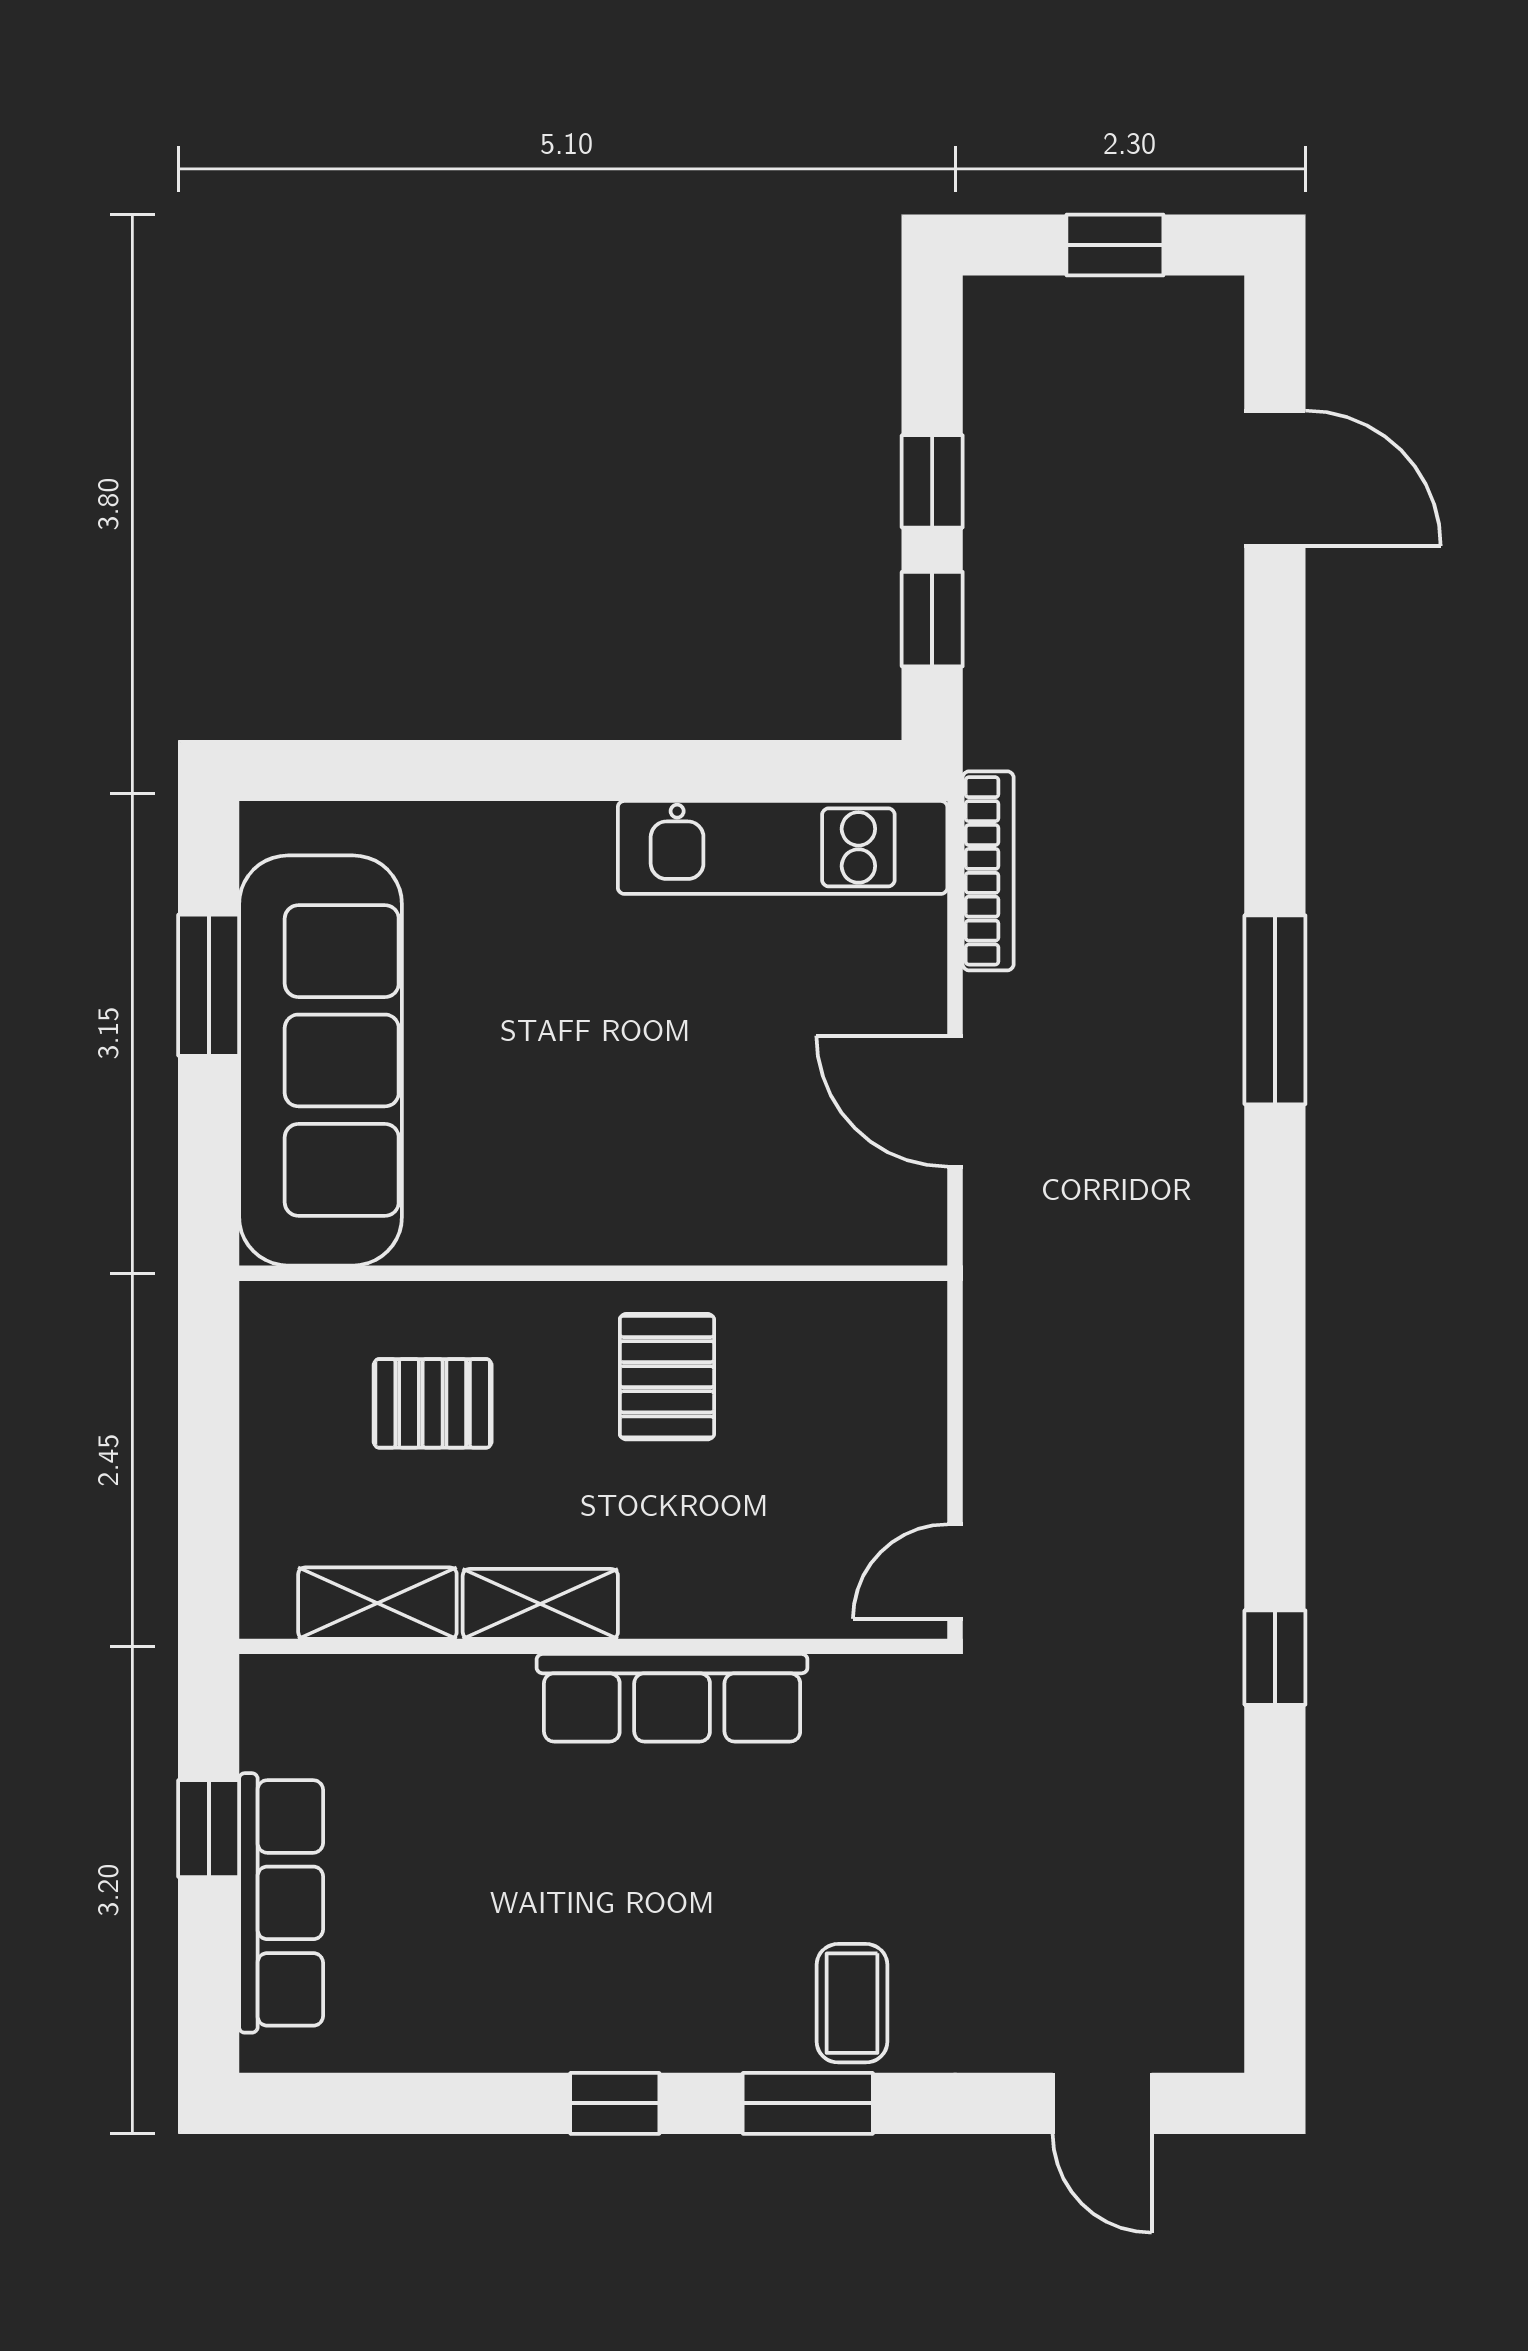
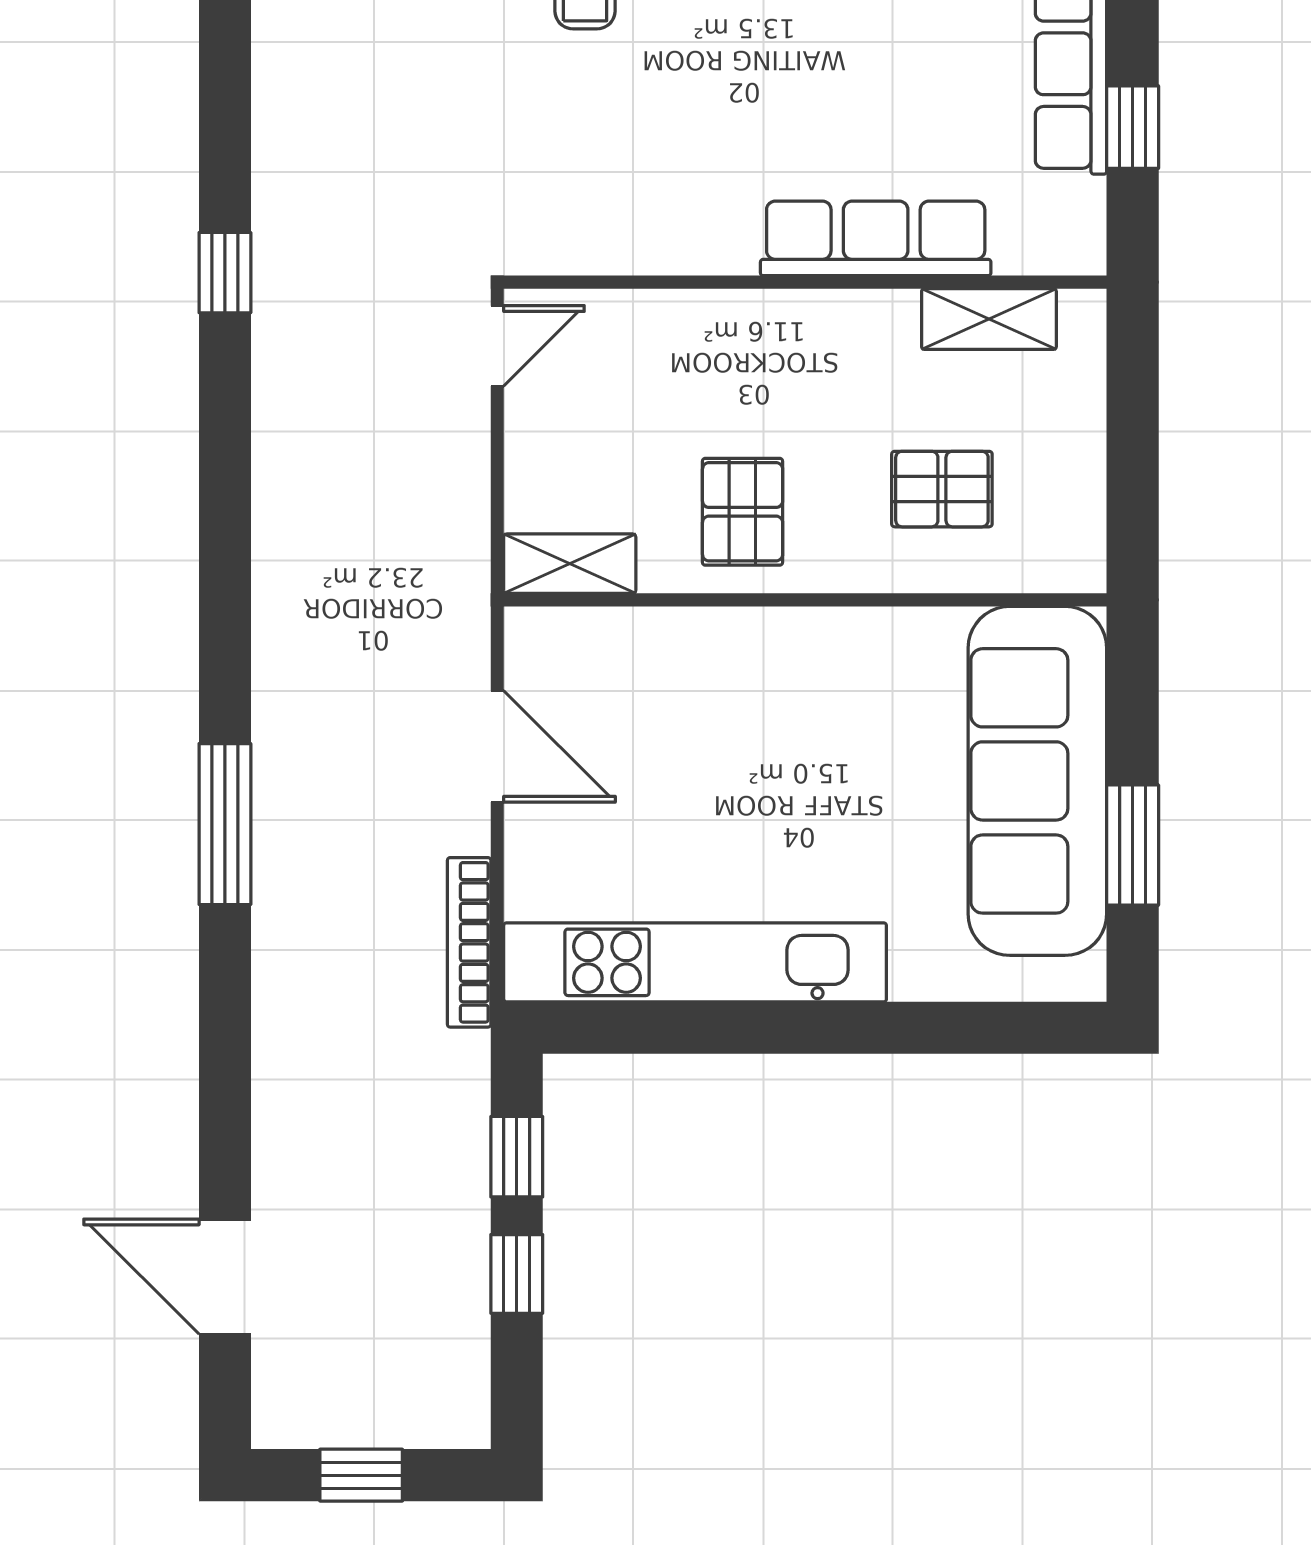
kitchen unit: (783, 847) -> (695, 962), width x1.36
shelving: (540, 1604) -> (570, 564), moved
row of seats: (672, 1698) -> (876, 238), moved

